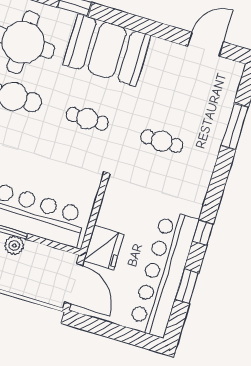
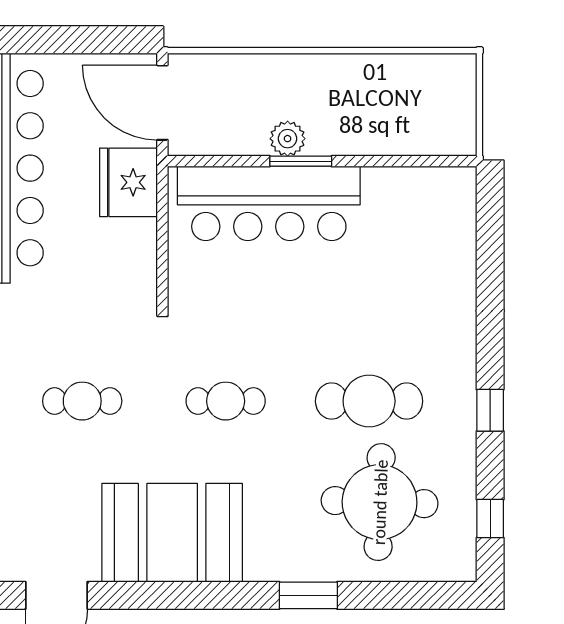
booth: (107, 50) -> (172, 533), moved

